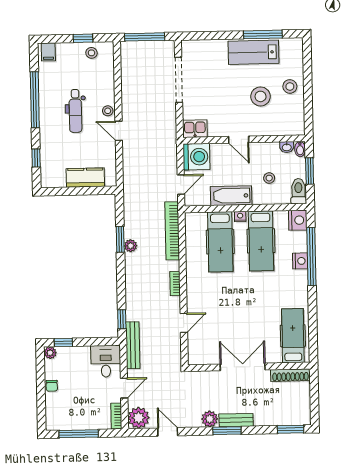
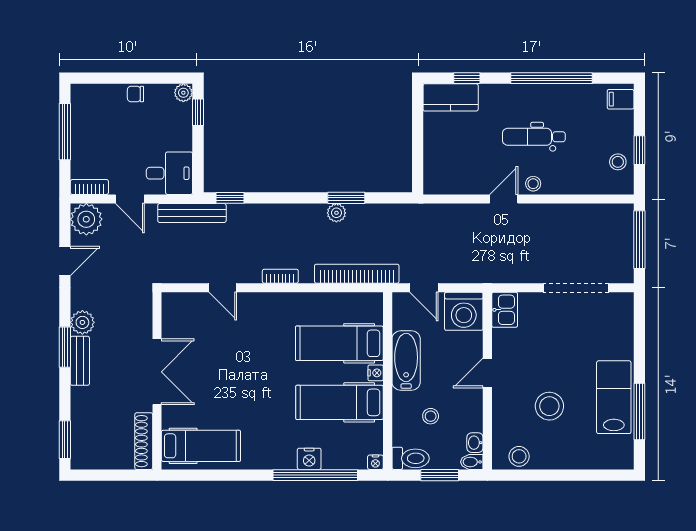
stool: (290, 86) -> (519, 456), moved
kitchen counter: (85, 178) -> (451, 97), moved, turned 90
nightstand: (298, 220) -> (375, 462), width x0.53, depth x0.56

